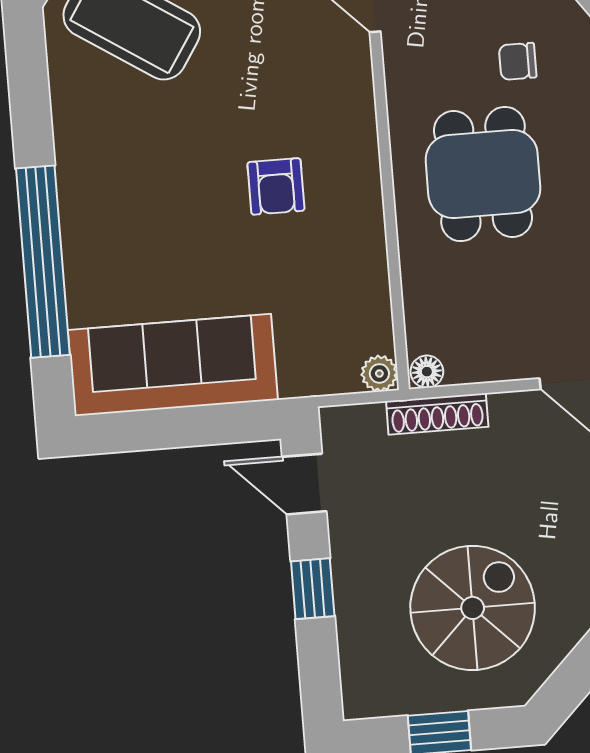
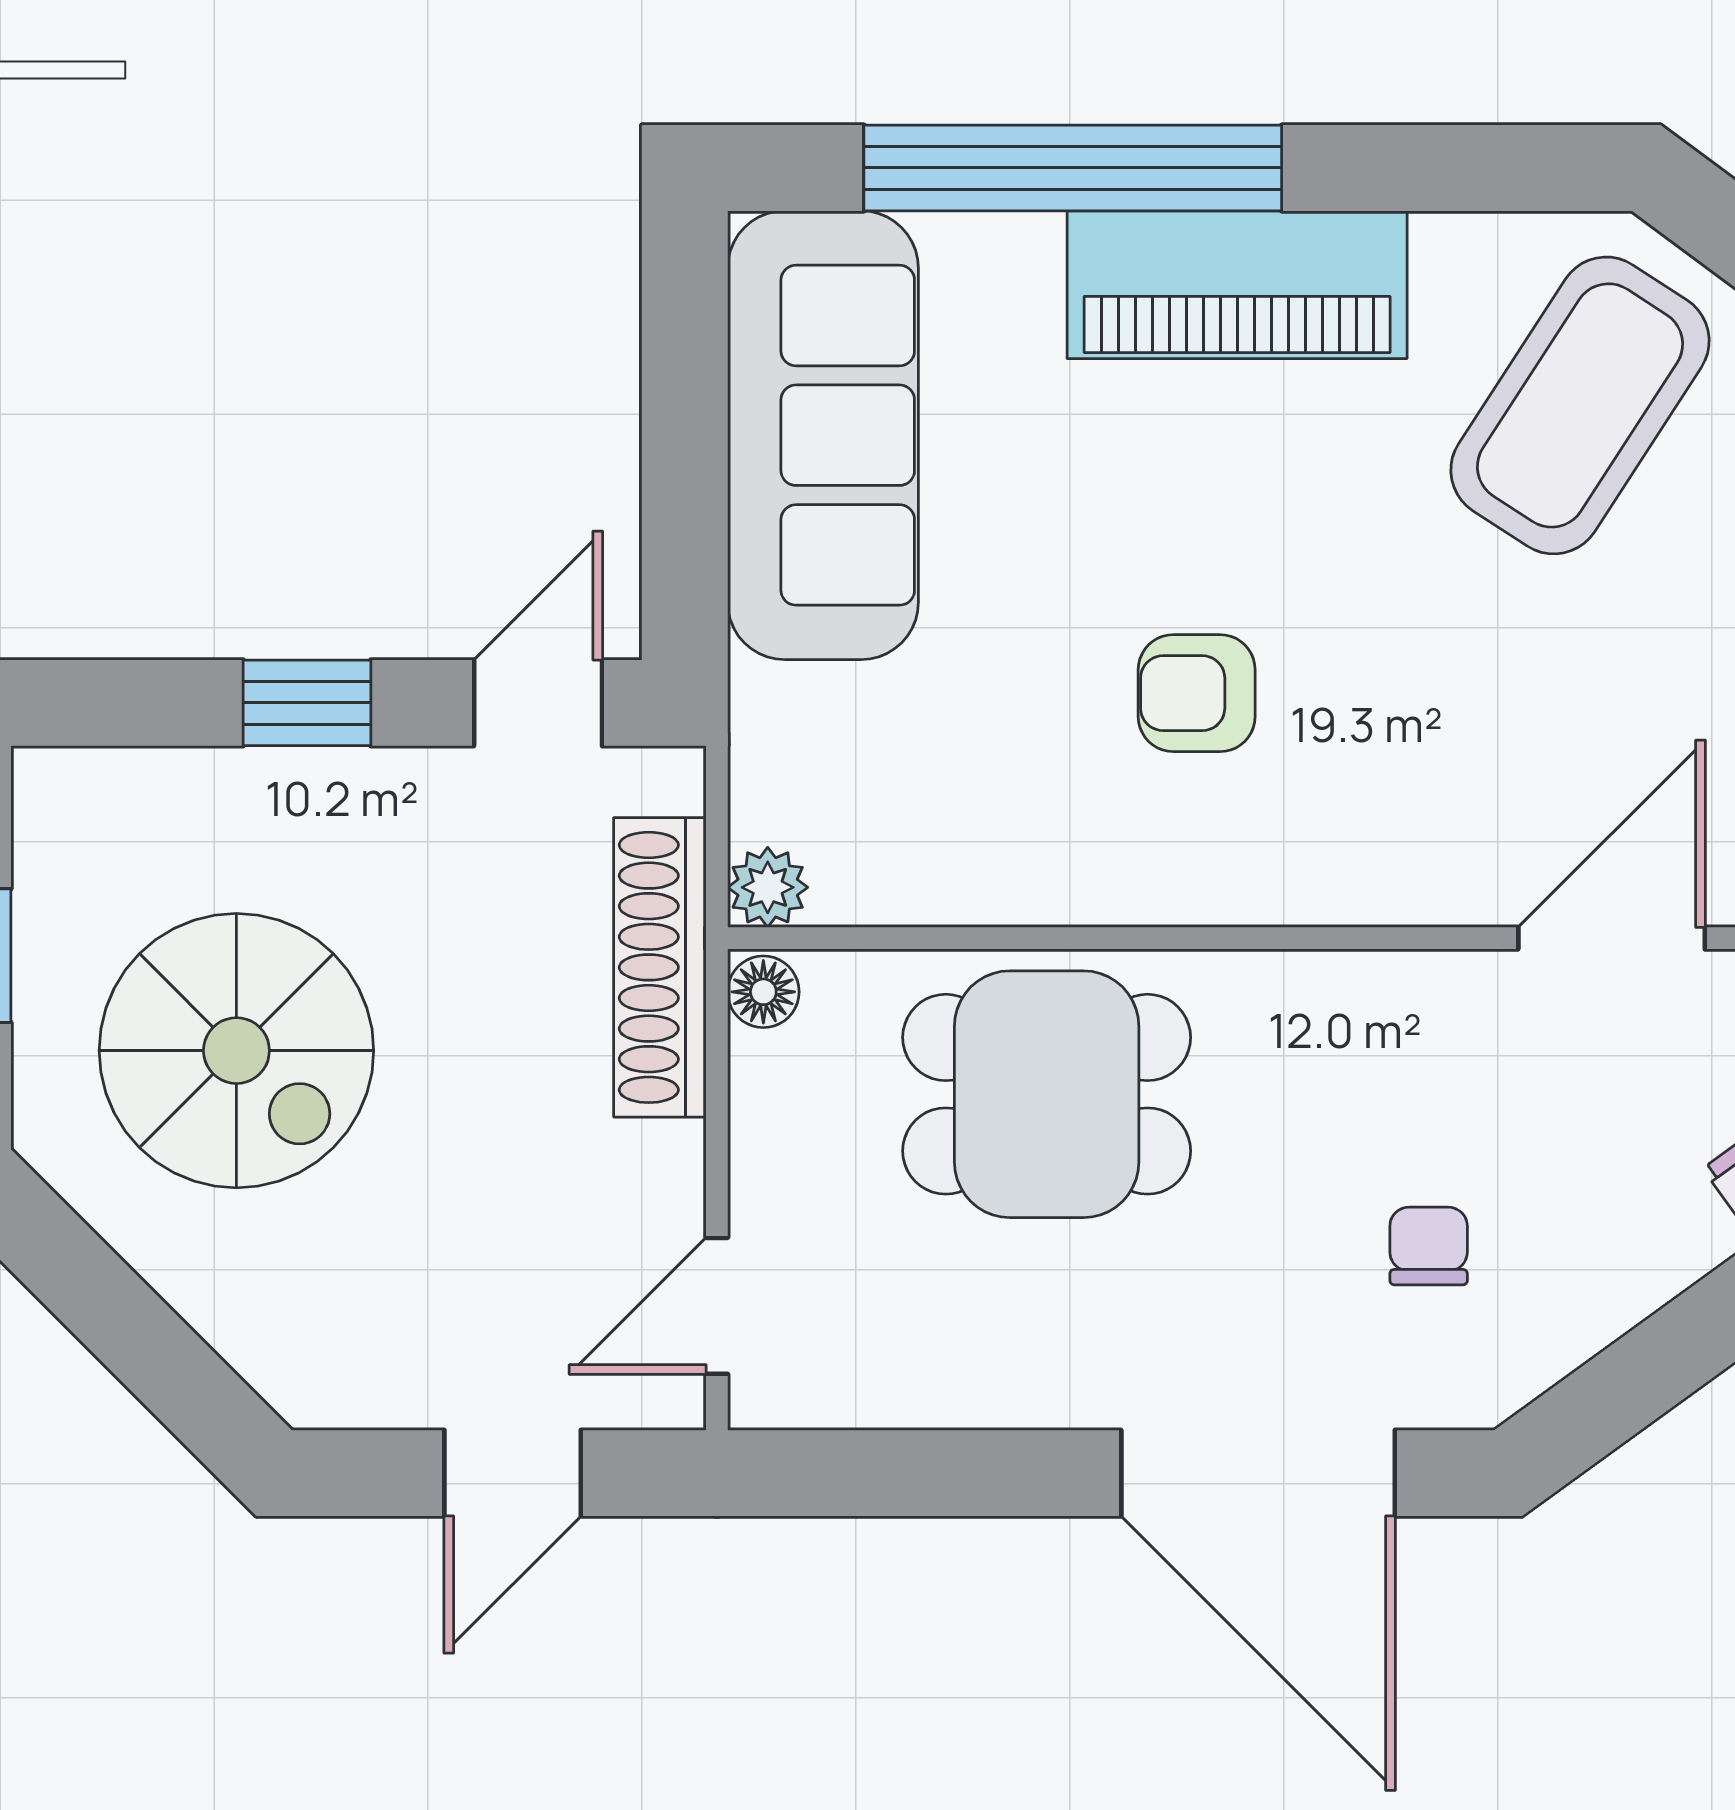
dining table: (483, 174) -> (1047, 1094), moved
piano: (90, 183) -> (1237, 285), added
shoe rack: (437, 414) -> (660, 967), width x1.36, depth x1.24

